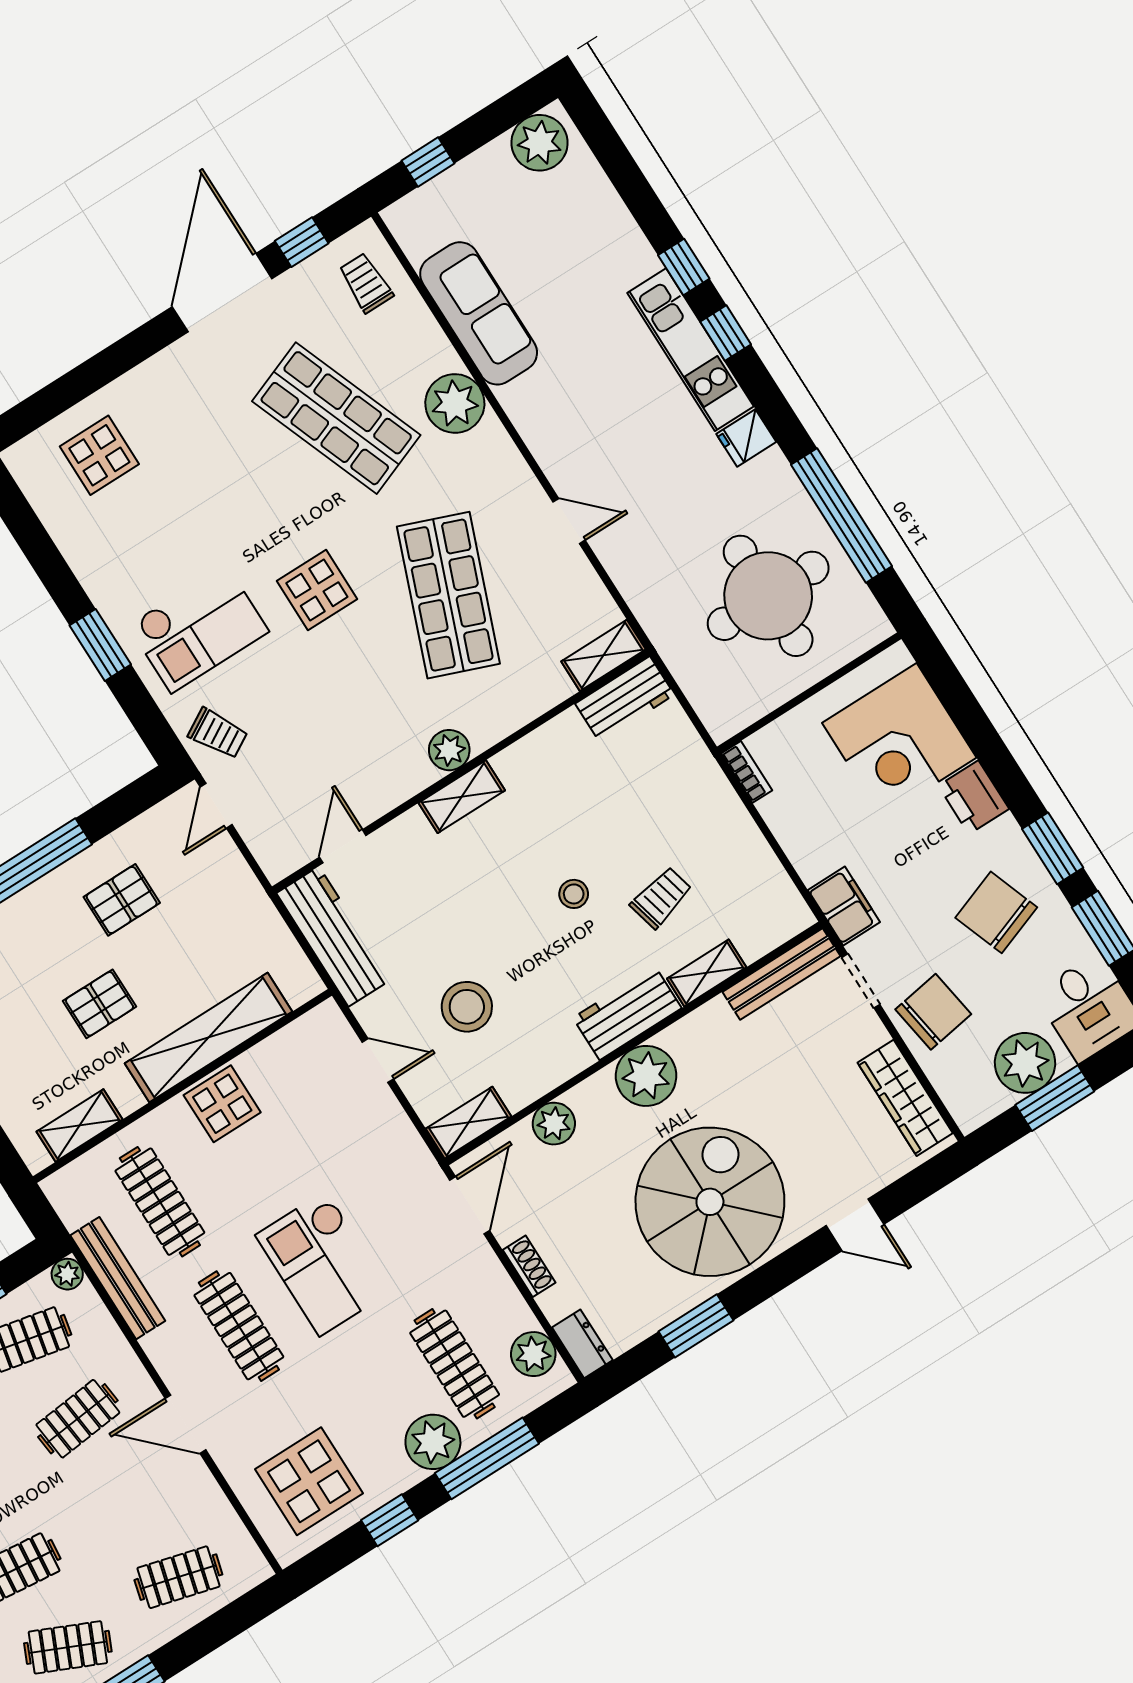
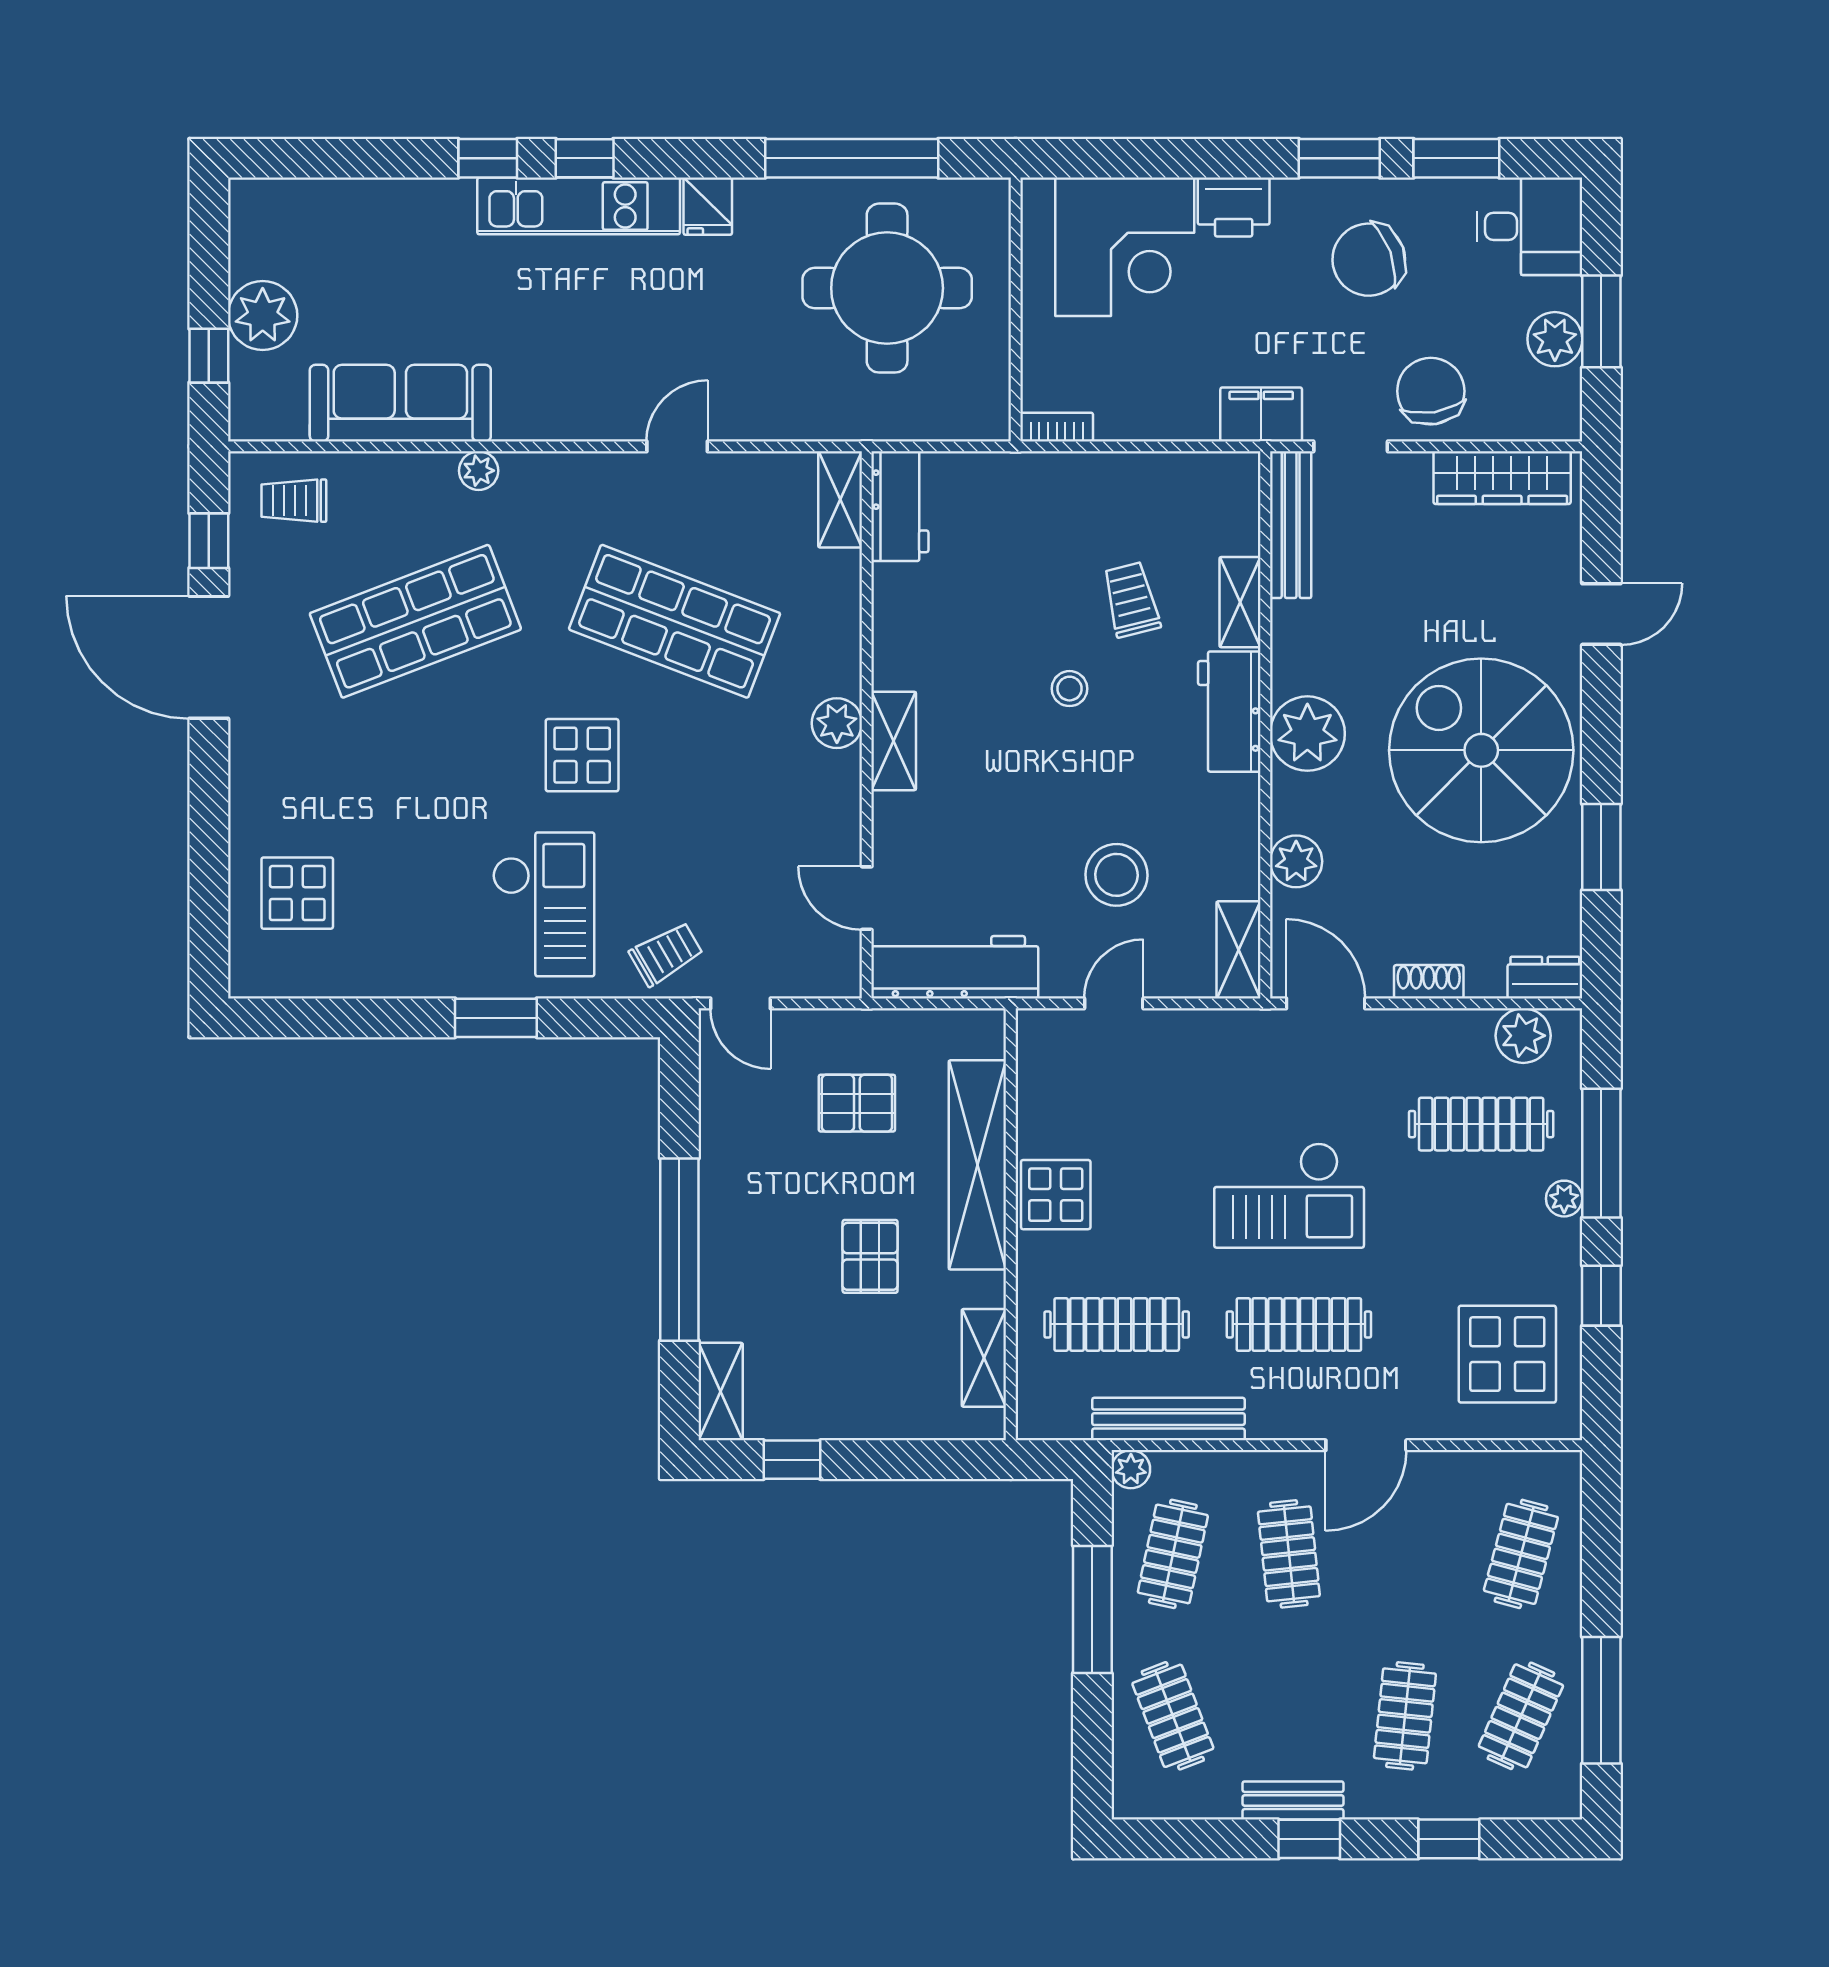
plant: (540, 143) -> (263, 315), moved
plant: (455, 403) -> (479, 471), width x0.53, depth x0.53
pallet: (122, 900) -> (857, 1103), moved, turned 90
plant: (1025, 1063) -> (1555, 339), width x0.73, depth x0.73
plant: (433, 1442) -> (1564, 1199), width x0.53, depth x0.53

